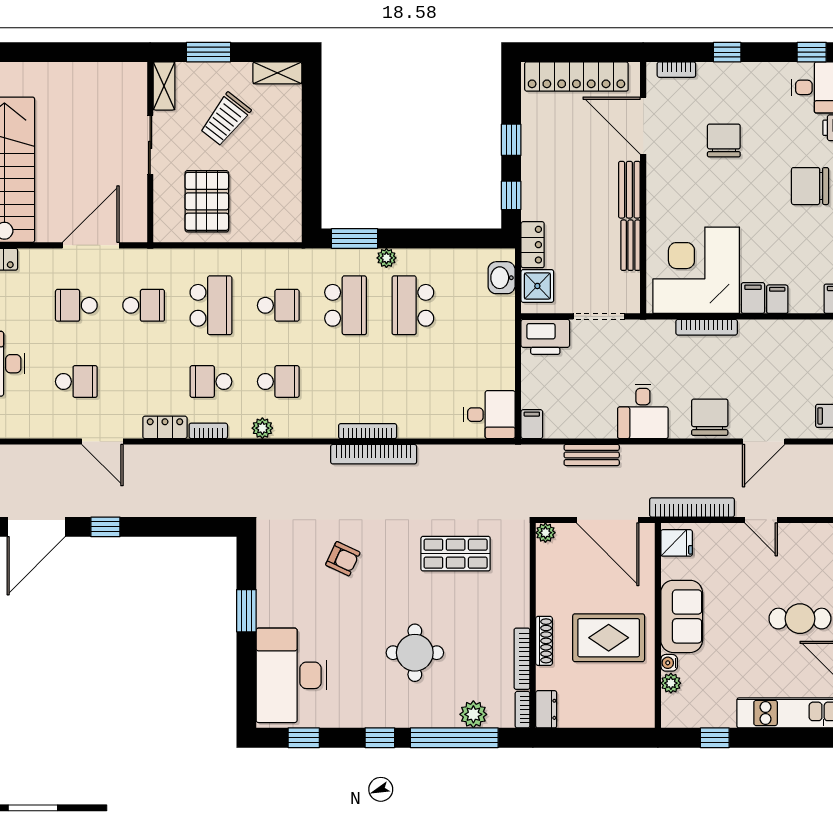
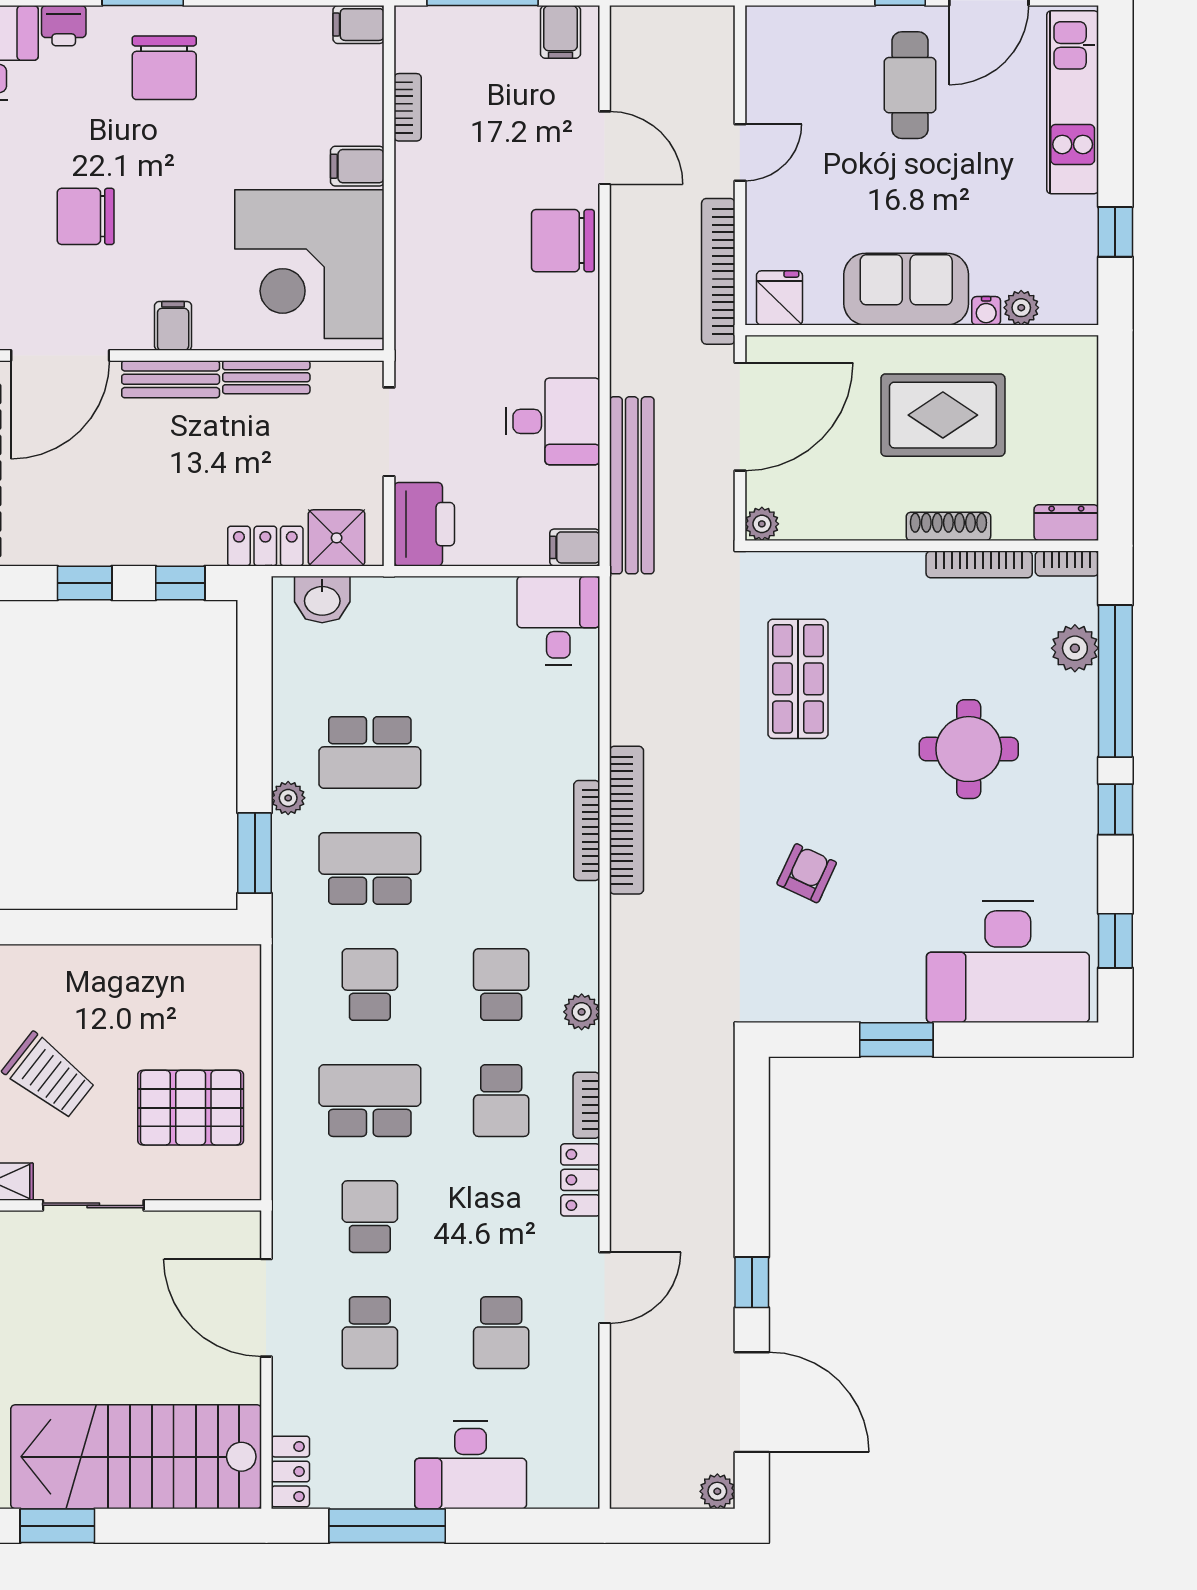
filing cabinet: (777, 299) -> (173, 326), moved, turned 90
bookcase: (707, 327) -> (408, 107), moved, width x0.64
school desk: (76, 382) -> (501, 1333), turned 180
desk: (643, 411) -> (553, 421), moved
bench: (592, 455) -> (632, 485), width x1.86, depth x1.21
rug: (609, 638) -> (943, 415), turned 90

